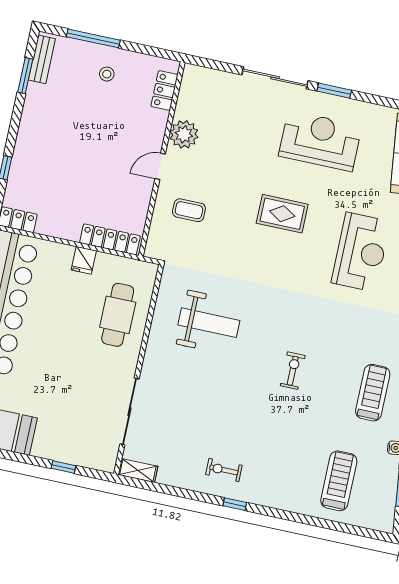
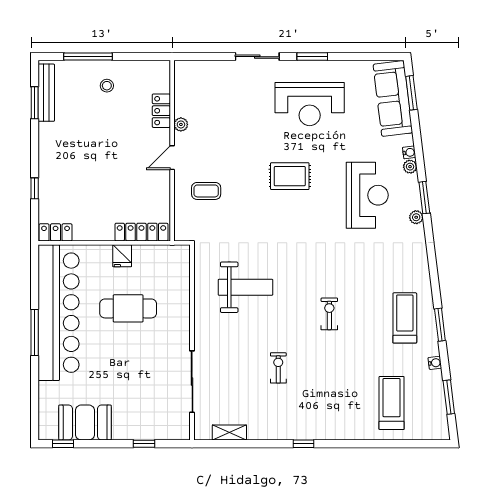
bench: (42, 59) -> (46, 93), width x1.36
sliding door: (275, 78) -> (257, 57), width x0.73
locker: (164, 90) -> (161, 111), moved
plant: (184, 134) -> (181, 124), width x0.53, depth x0.53
reception desk: (320, 141) -> (310, 104), turned 180
cafe table: (118, 315) -> (128, 308), moved, turned 90
exercise bike: (224, 470) -> (278, 368), moved, turned 90
shelving: (138, 471) -> (229, 432), moved

